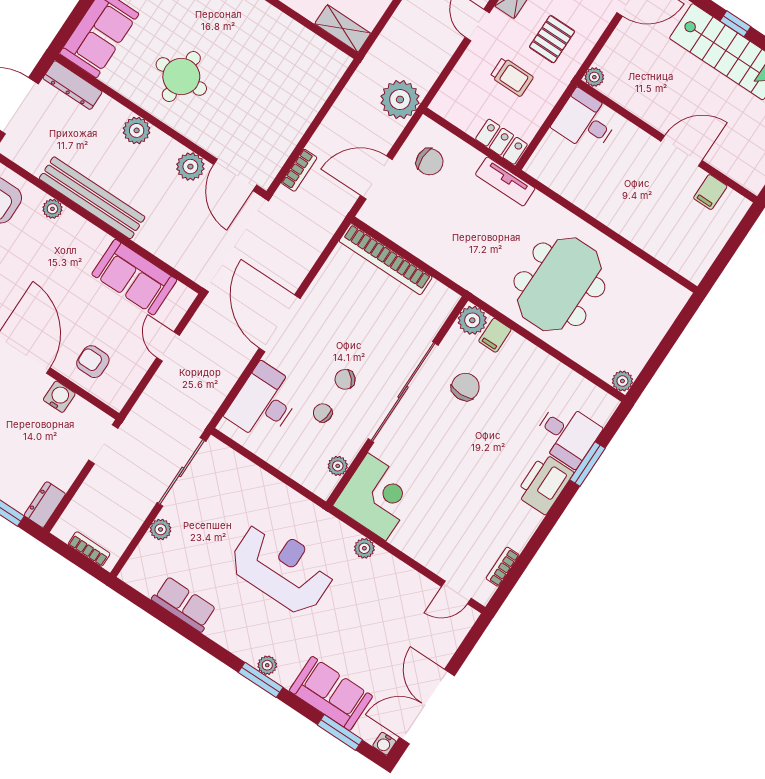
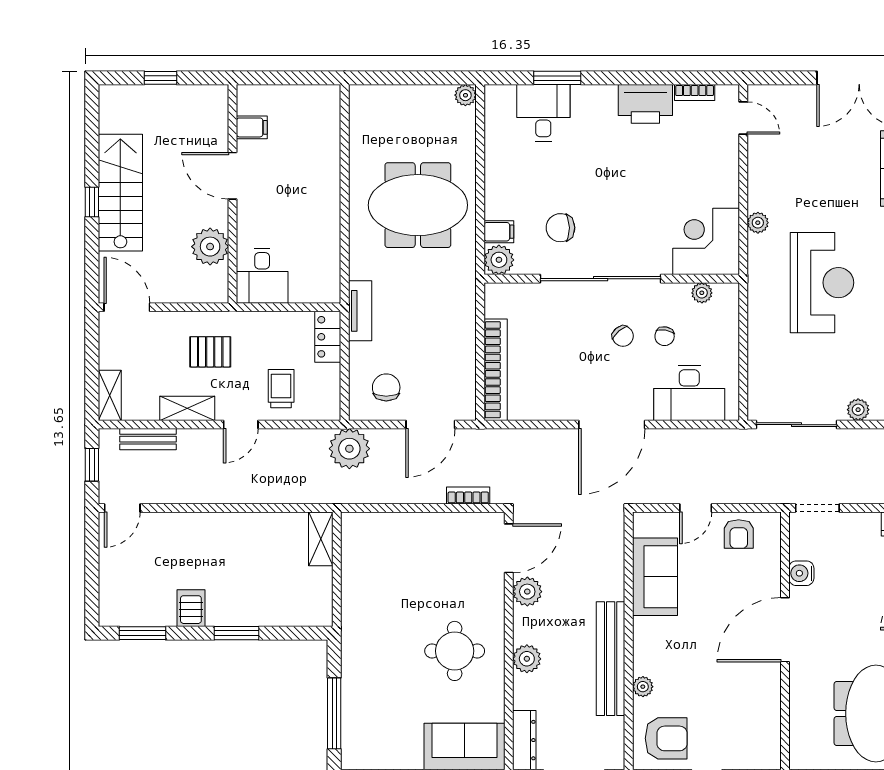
trolley: (512, 77) -> (281, 389), moved
plant: (594, 77) -> (210, 247), moved, width x1.87, depth x1.87
door: (376, 178) -> (430, 425), hinge flipped
armchair: (93, 362) -> (739, 534), moved
printer: (544, 484) -> (645, 104), moved
reception desk: (282, 568) -> (822, 283), turned 180

